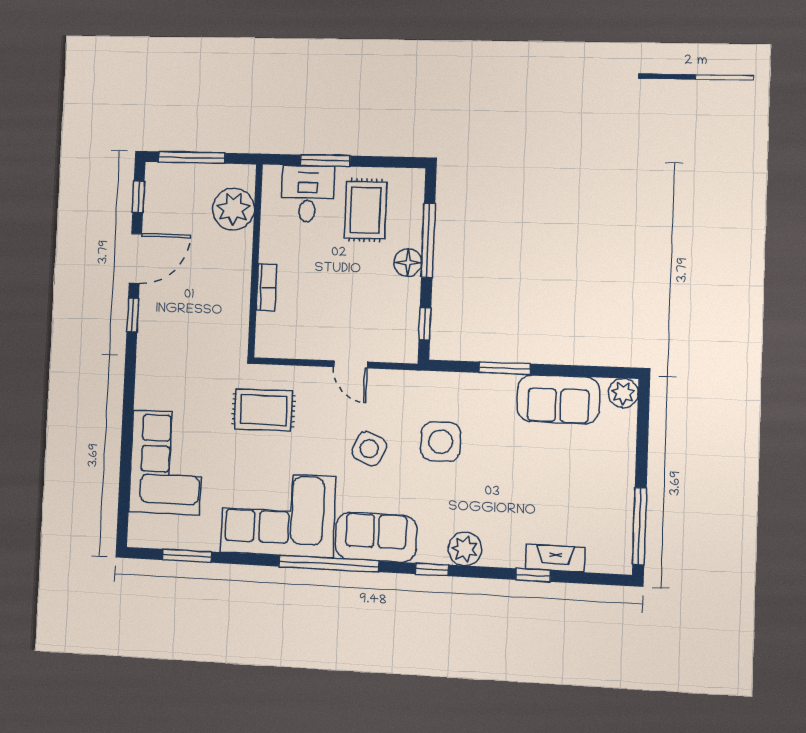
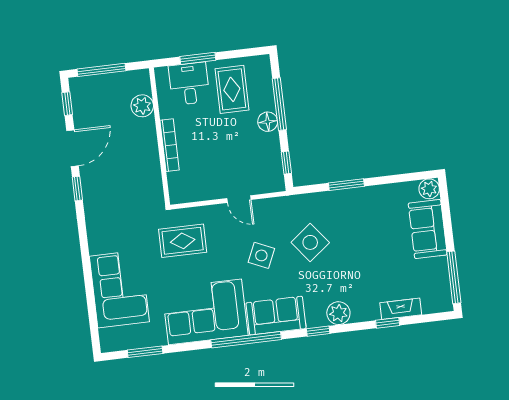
plant: (233, 209) -> (142, 106), width x0.73, depth x0.73
bookcase: (266, 288) -> (170, 145), width x1.56
sofa: (558, 399) -> (428, 229), moved, turned 90
side table: (441, 442) -> (310, 242), turned -38

